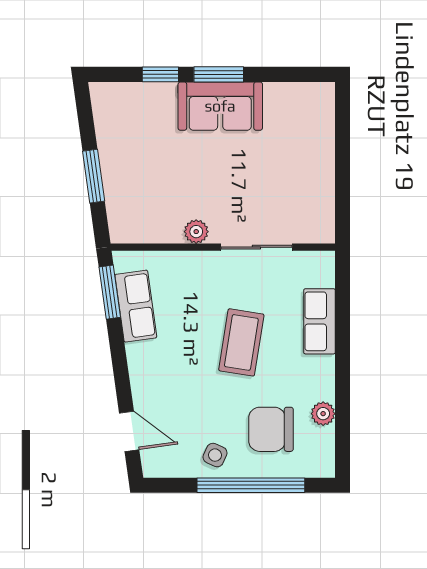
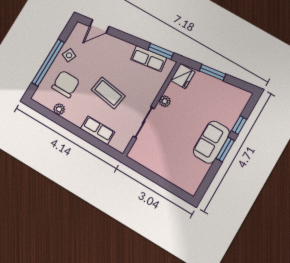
fridge: (132, 226) -> (183, 76), added

